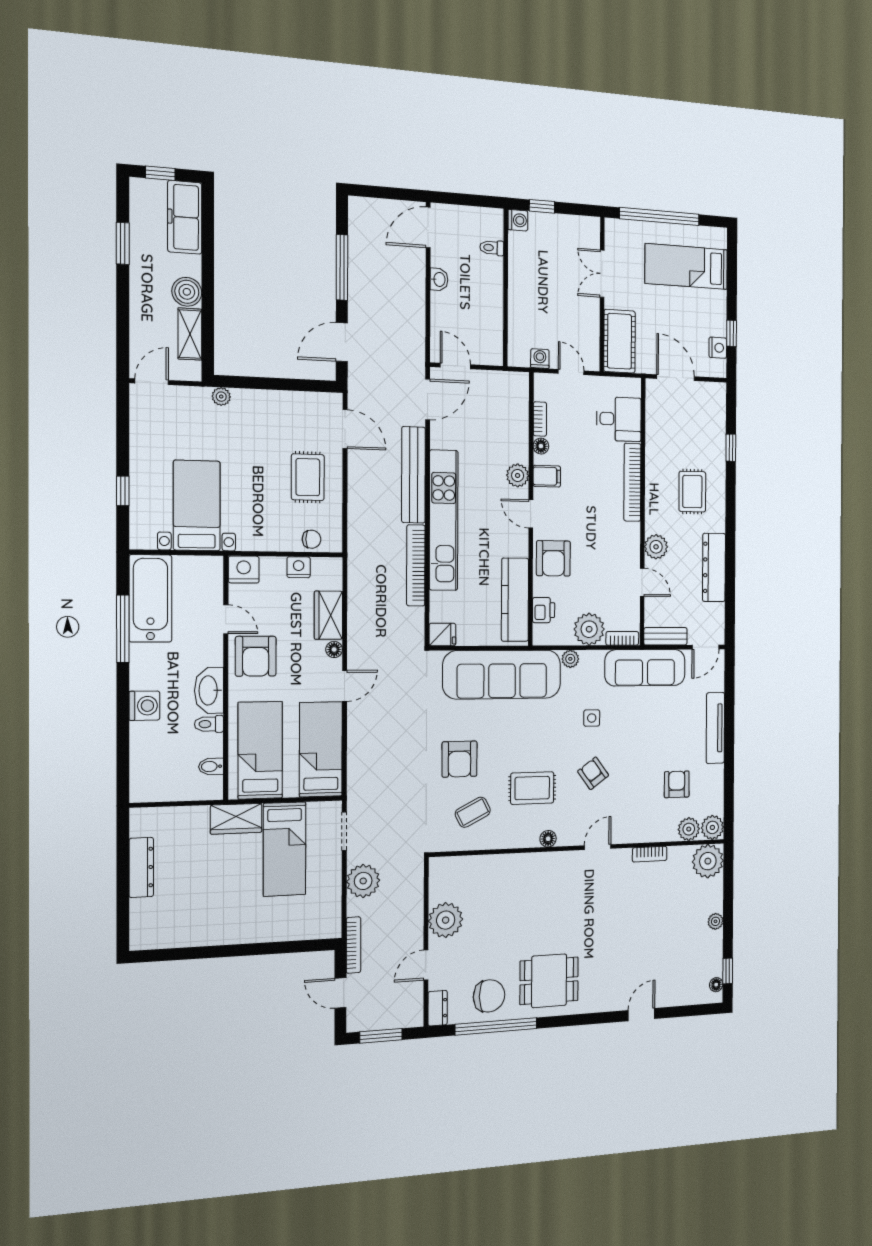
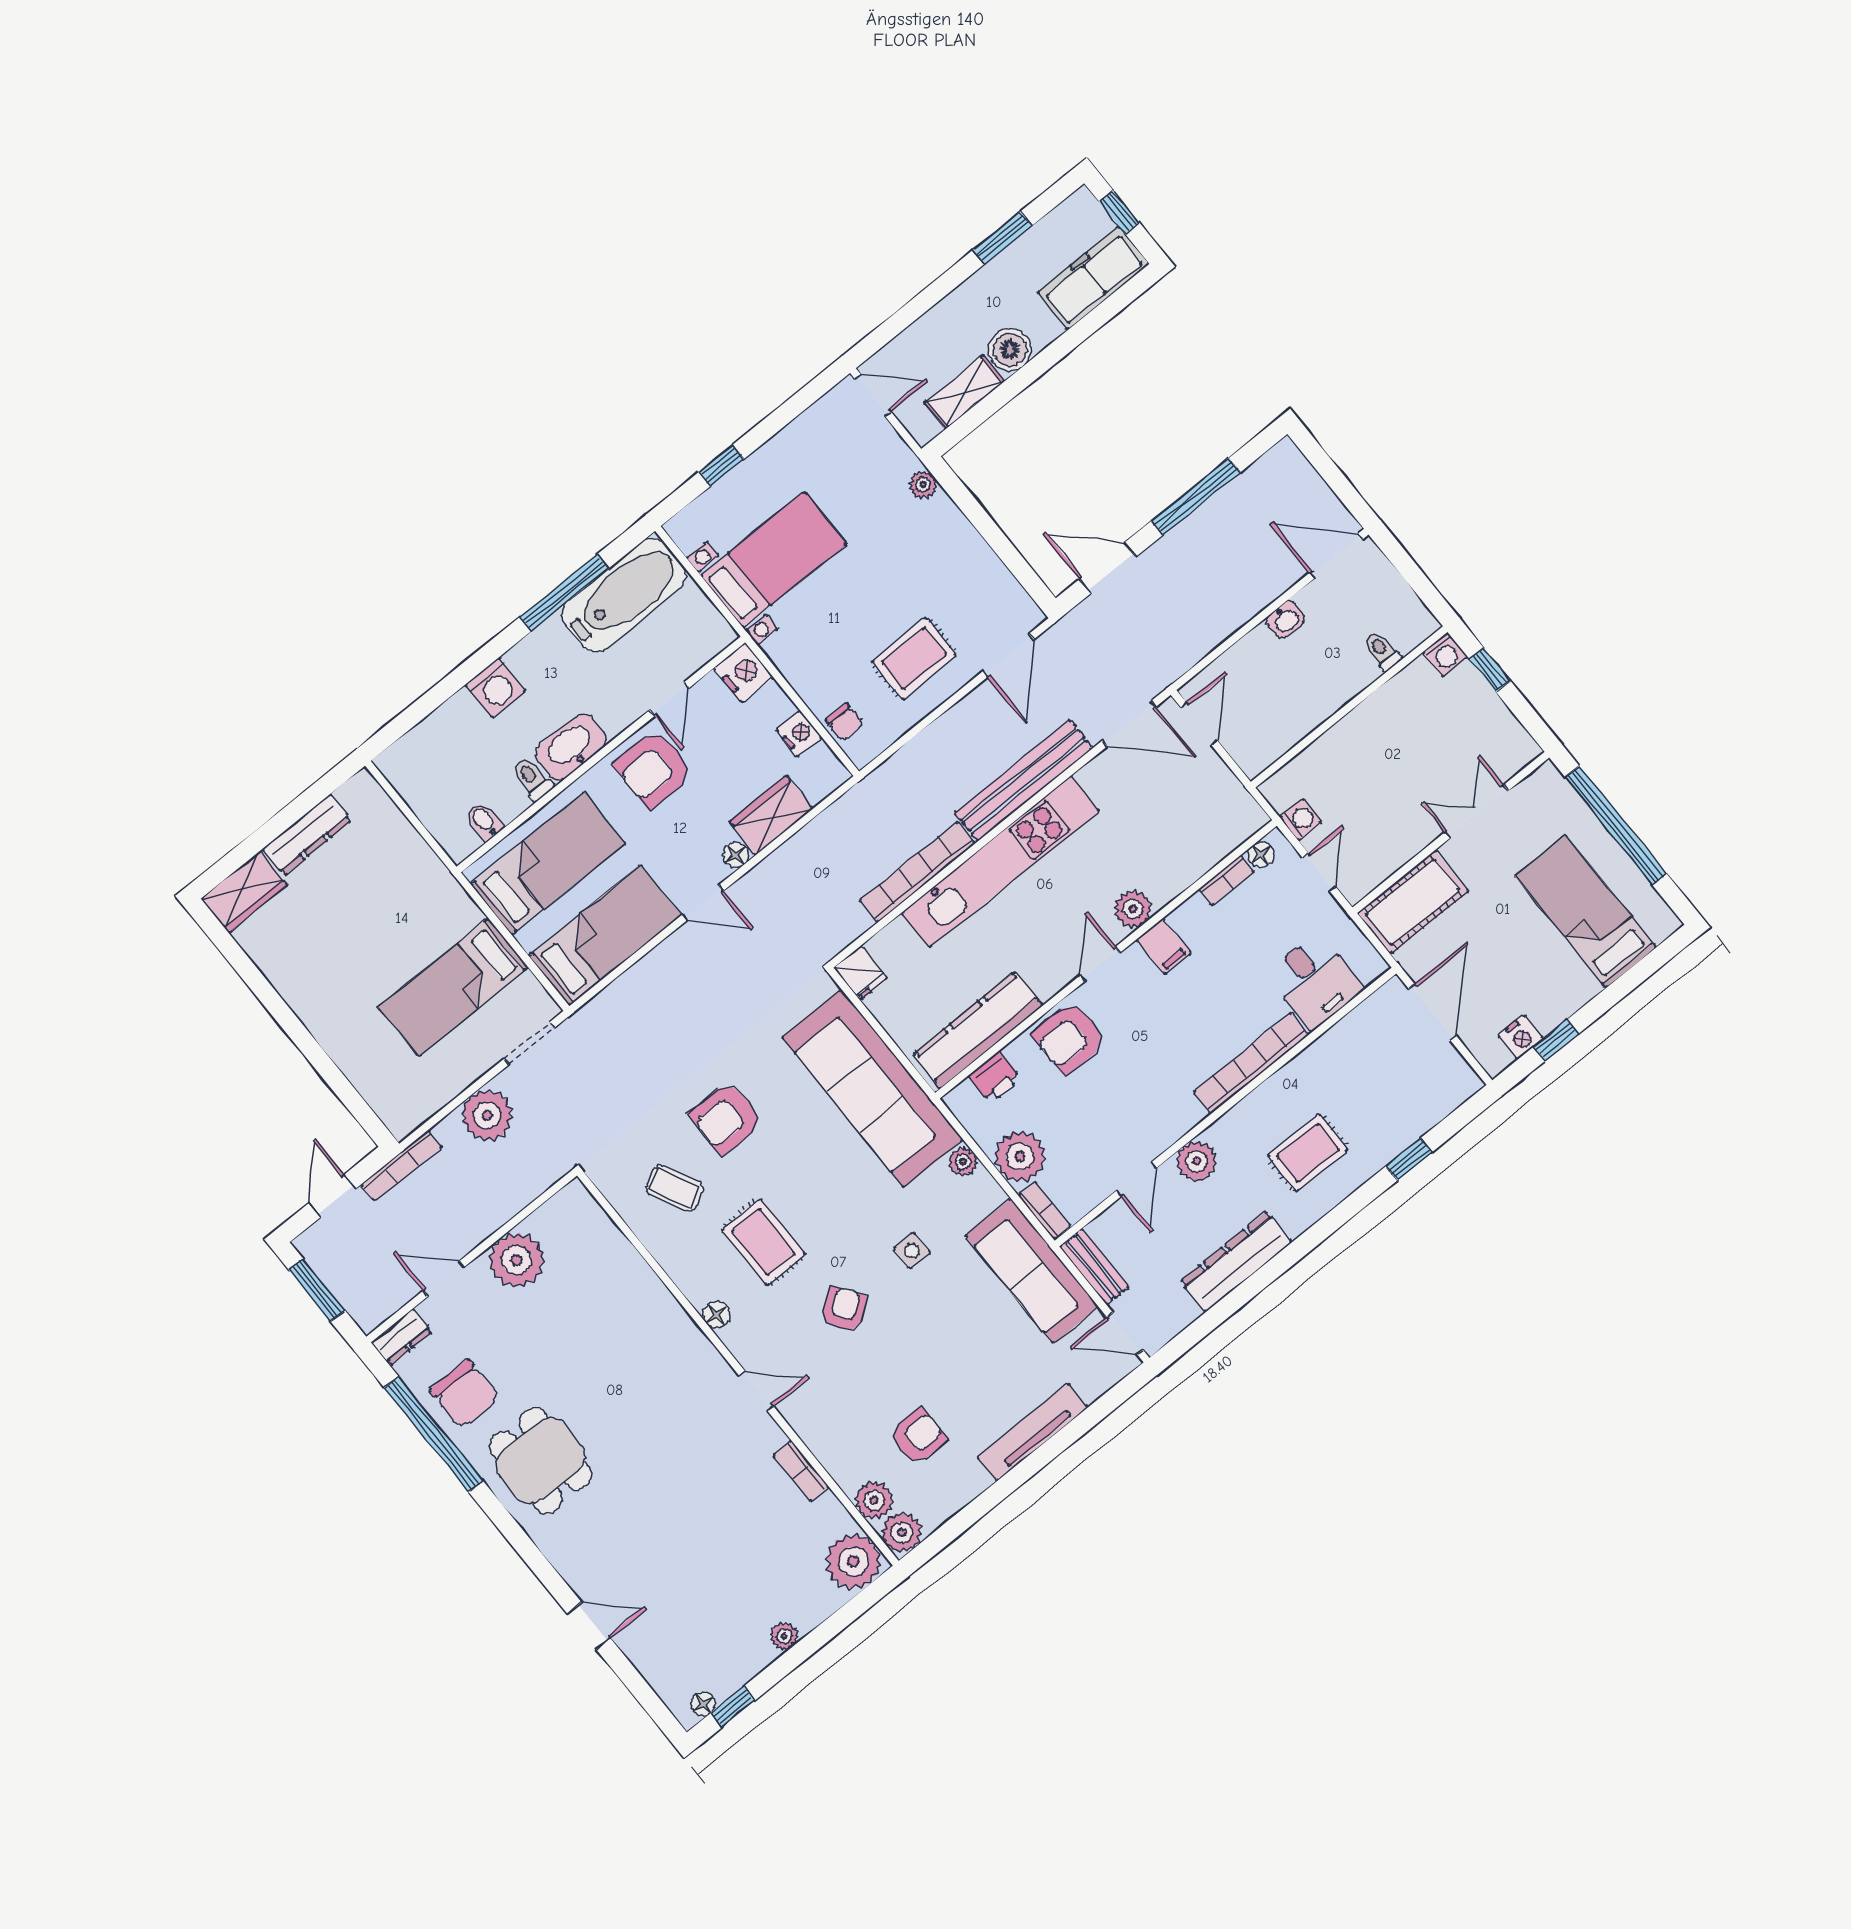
floor lamp: (541, 446) -> (1261, 855), moved
wardrobe: (236, 819) -> (244, 892), moved, turned -90

